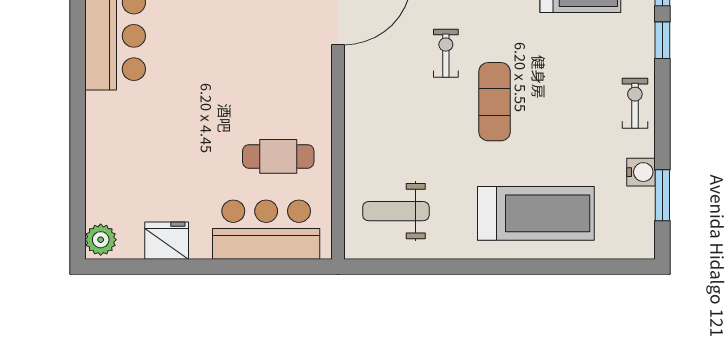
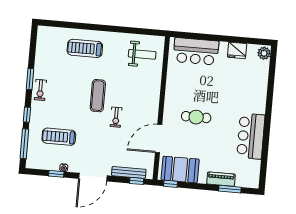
cafe table: (278, 156) -> (196, 117), moved
water cooler: (641, 172) -> (40, 62), removed
window: (662, 195) -> (30, 79), moved
treadmill: (536, 213) -> (85, 48), width x0.73, depth x0.73

